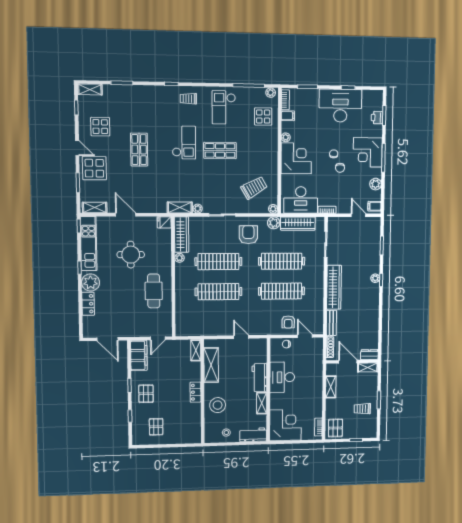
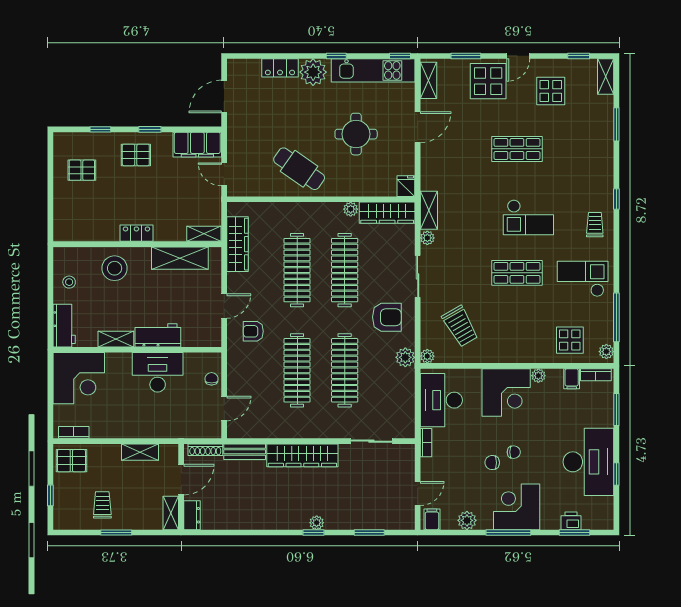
shop shelf: (220, 150) -> (517, 273), turned 90
wardrobe: (298, 224) -> (237, 244), moved, turned 180
cafe table: (154, 291) -> (299, 169), turned 35
armchair: (288, 322) -> (253, 331), moved

